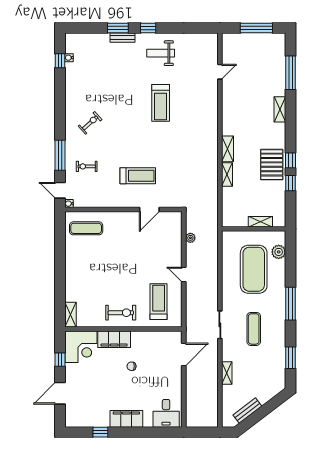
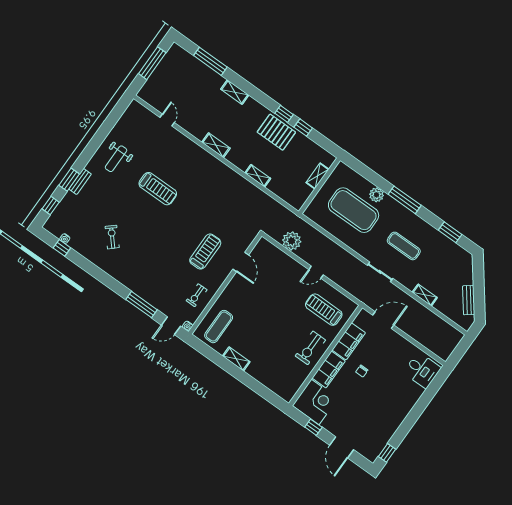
window: (148, 28) -> (51, 206), moved
exercise bike: (90, 123) -> (112, 237), moved
shelving: (228, 149) -> (216, 145), moved
exercise bike: (87, 166) -> (197, 295), moved
plant: (190, 238) -> (292, 241), width x1.87, depth x1.87
plant: (279, 252) -> (376, 195), moved
exercise bike: (121, 313) -> (310, 348), turned 180
shelving: (70, 315) -> (236, 359), moved
door: (184, 355) -> (383, 320), hinge flipped
filing cabinet: (126, 419) -> (349, 341), moved, turned 180
window: (100, 432) -> (387, 453), moved

